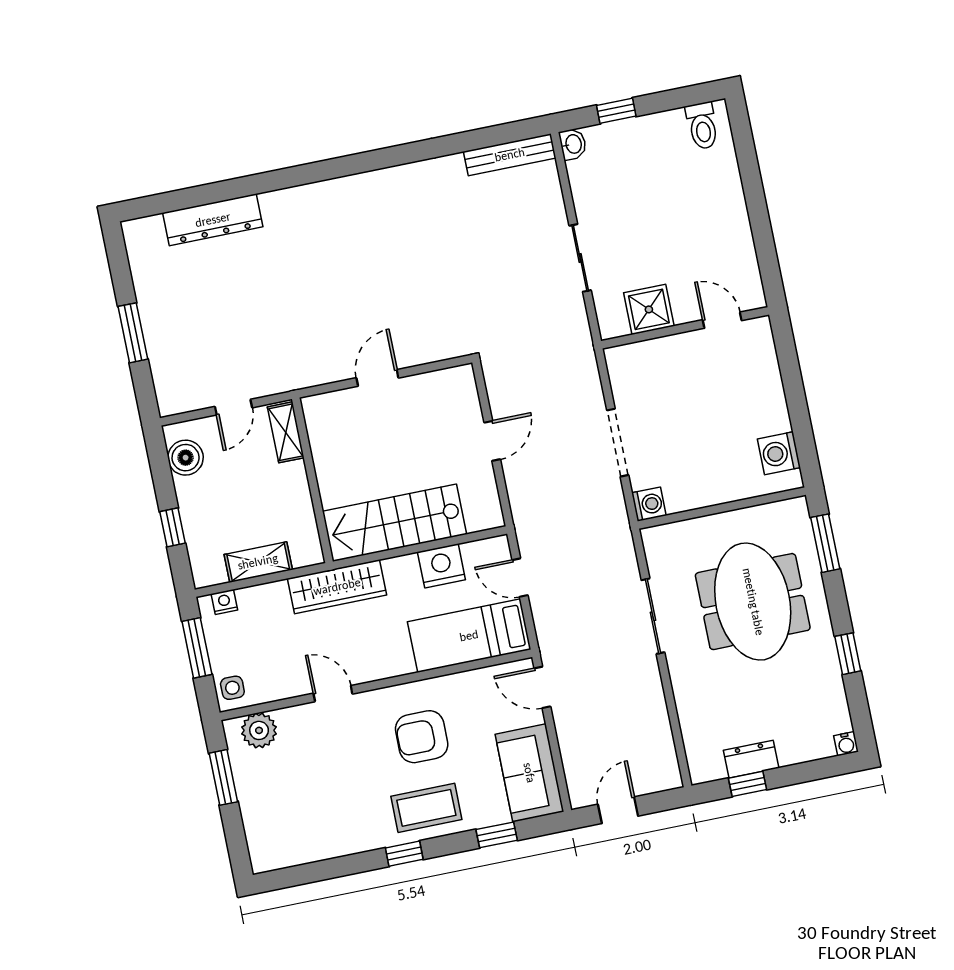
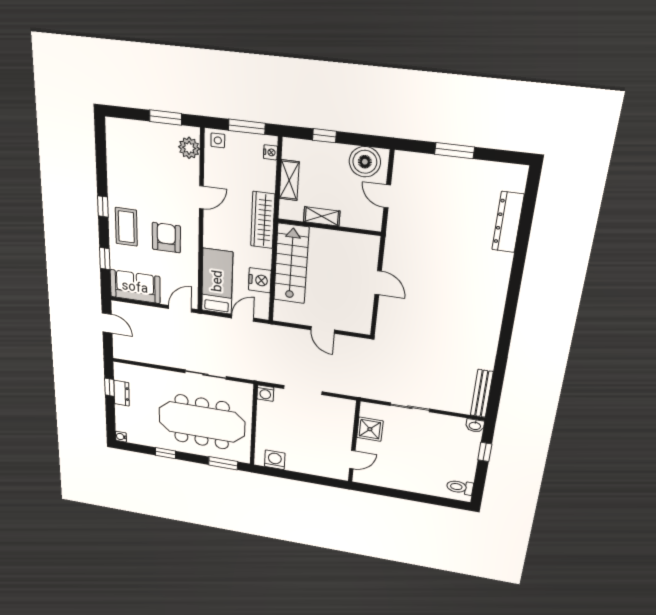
shelving: (286, 432) -> (322, 216), moved
boiler: (186, 458) -> (365, 162), width x1.37, depth x1.37
meeting table: (753, 602) -> (202, 422), width x1.36

